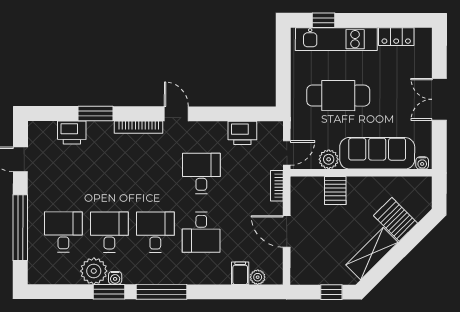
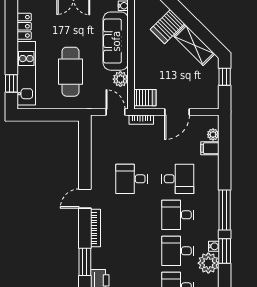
printer: (242, 133) -> (100, 147), removed
server rack: (335, 190) -> (145, 98), moved

